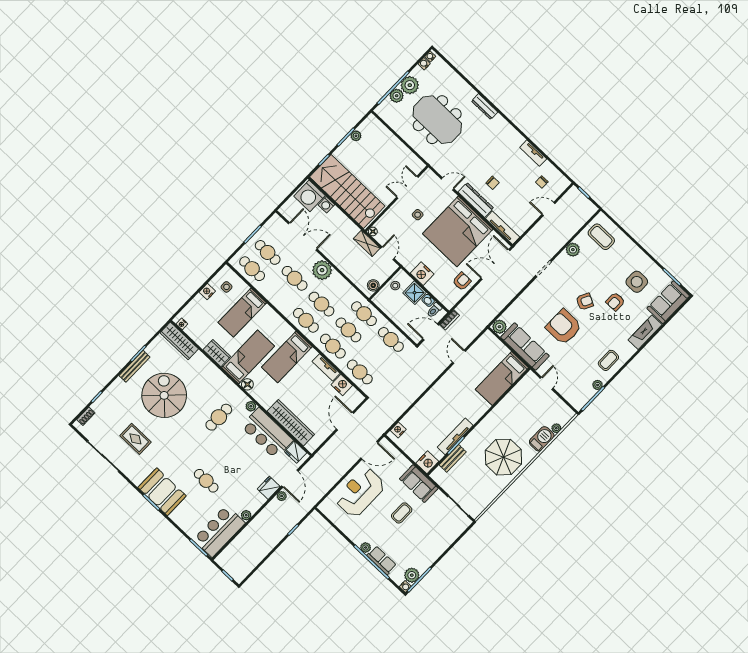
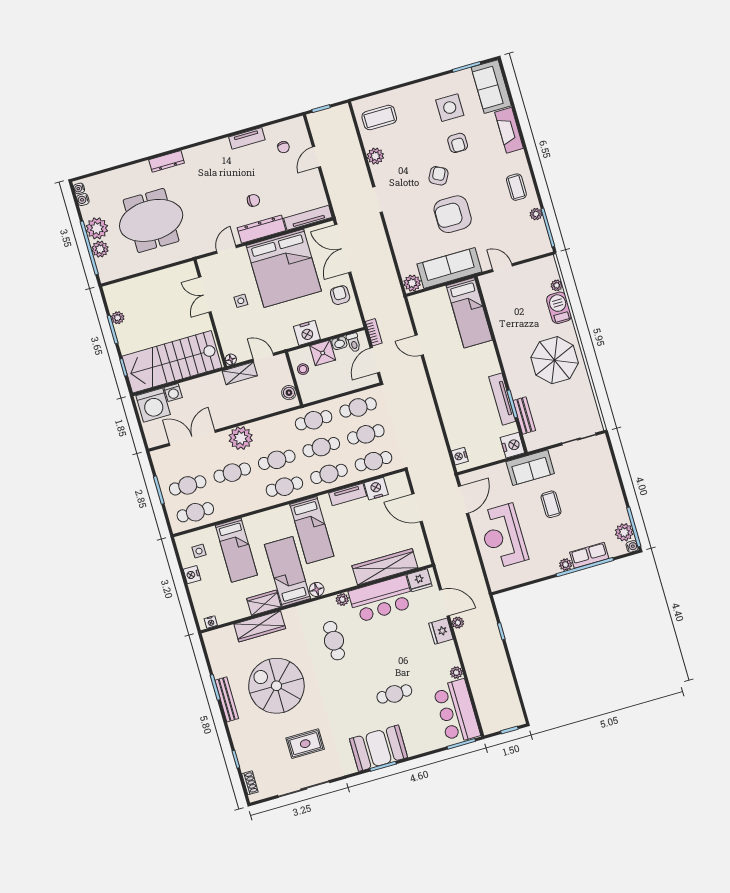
wardrobe: (179, 341) -> (260, 626), moved
cafe table: (375, 356) -> (366, 434), added

